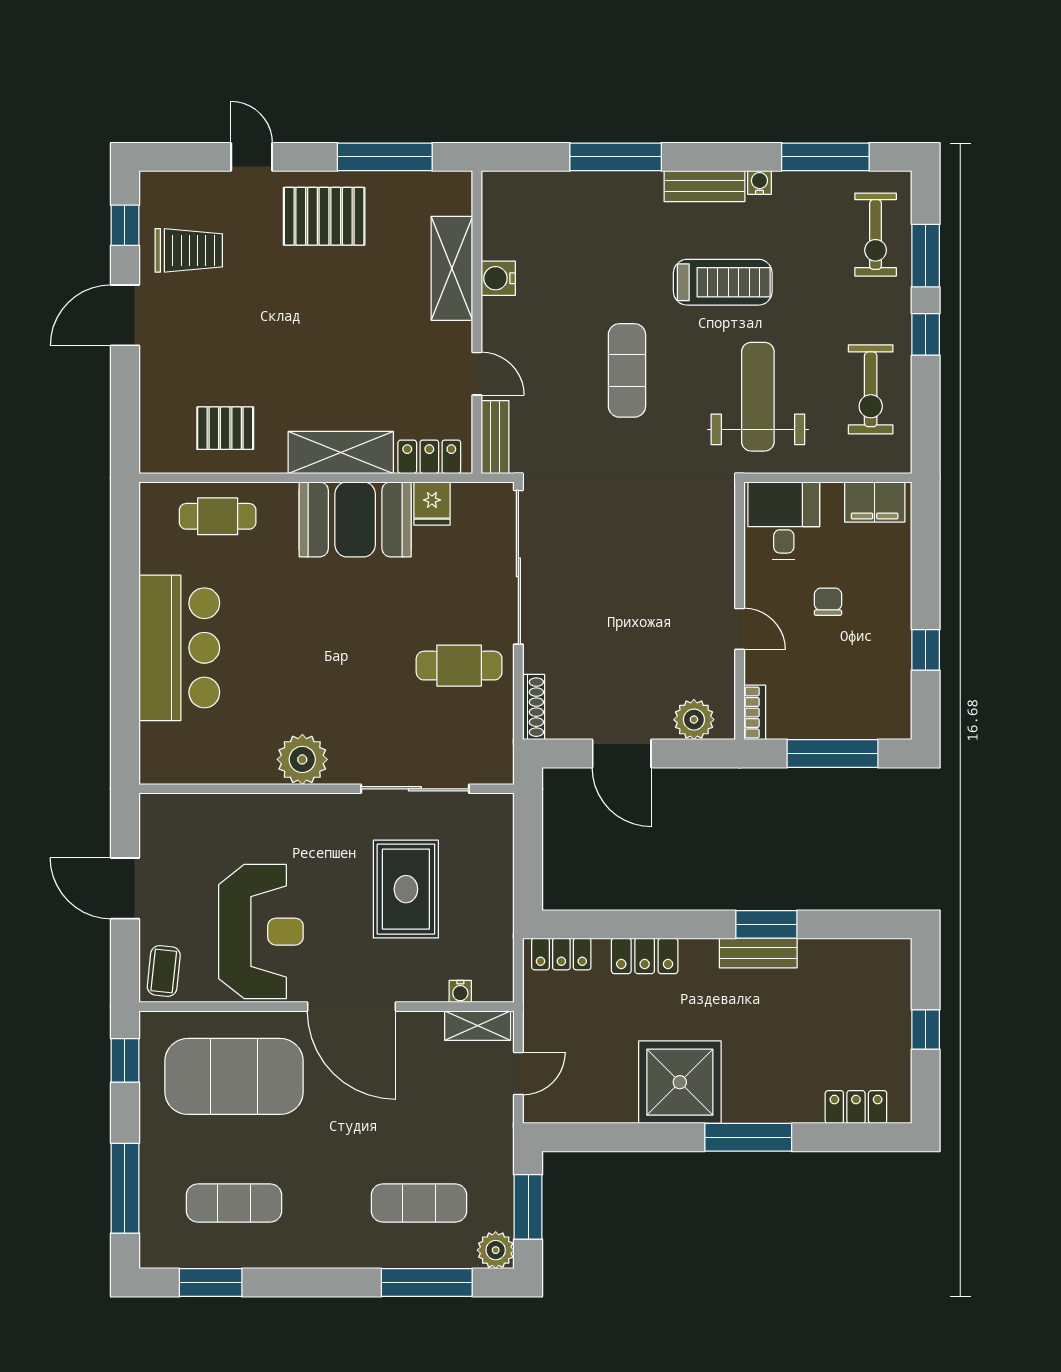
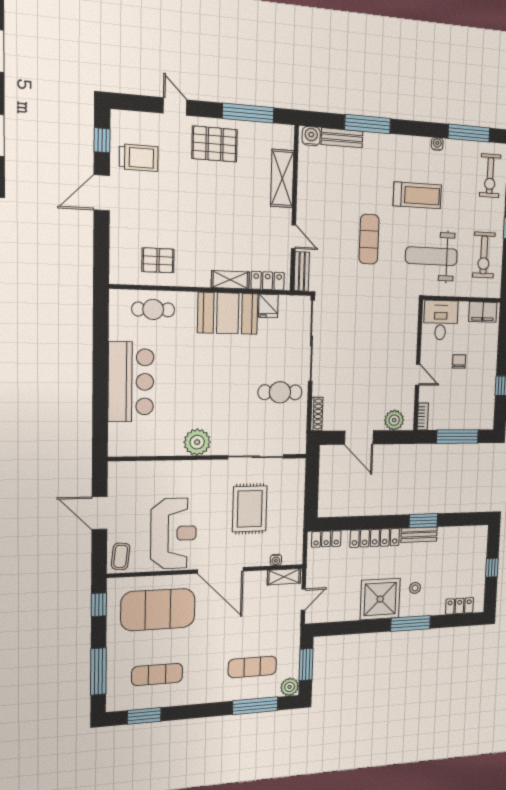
bench: (704, 186) -> (342, 138), moved
water cooler: (498, 278) -> (311, 136), moved, turned 90
weight bench: (758, 397) -> (431, 256), turned -90
shelving: (341, 452) -> (230, 280), width x0.67, depth x0.75
locker: (645, 956) -> (375, 538), width x1.53
stool: (755, 1063) -> (415, 588), added

